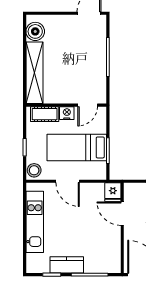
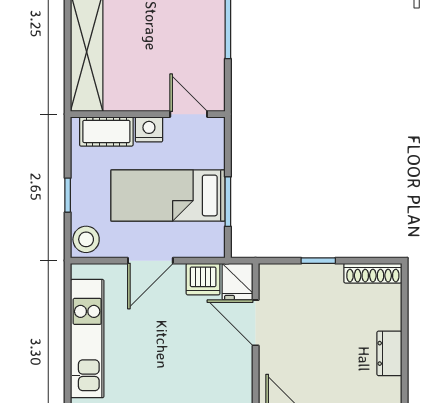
door: (88, 105) -> (189, 114), swing flipped
door: (68, 181) -> (150, 261), hinge flipped
dishwasher: (95, 191) -> (203, 279), added

